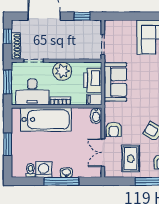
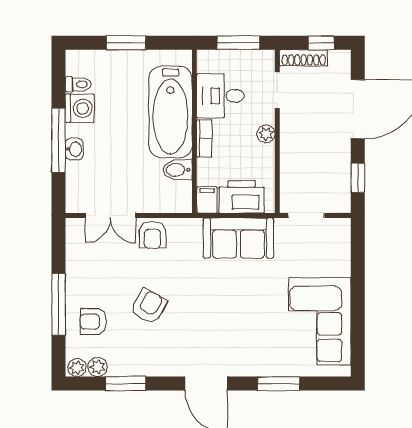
plant: (62, 71) -> (266, 134), width x0.53, depth x0.53
desk: (32, 92) -> (220, 96), width x0.73
bidet: (96, 116) -> (177, 170), moved
armchair: (114, 130) -> (152, 235), turned -90
double door: (103, 153) -> (110, 215), swing flipped
rug: (131, 159) -> (100, 266), removed

